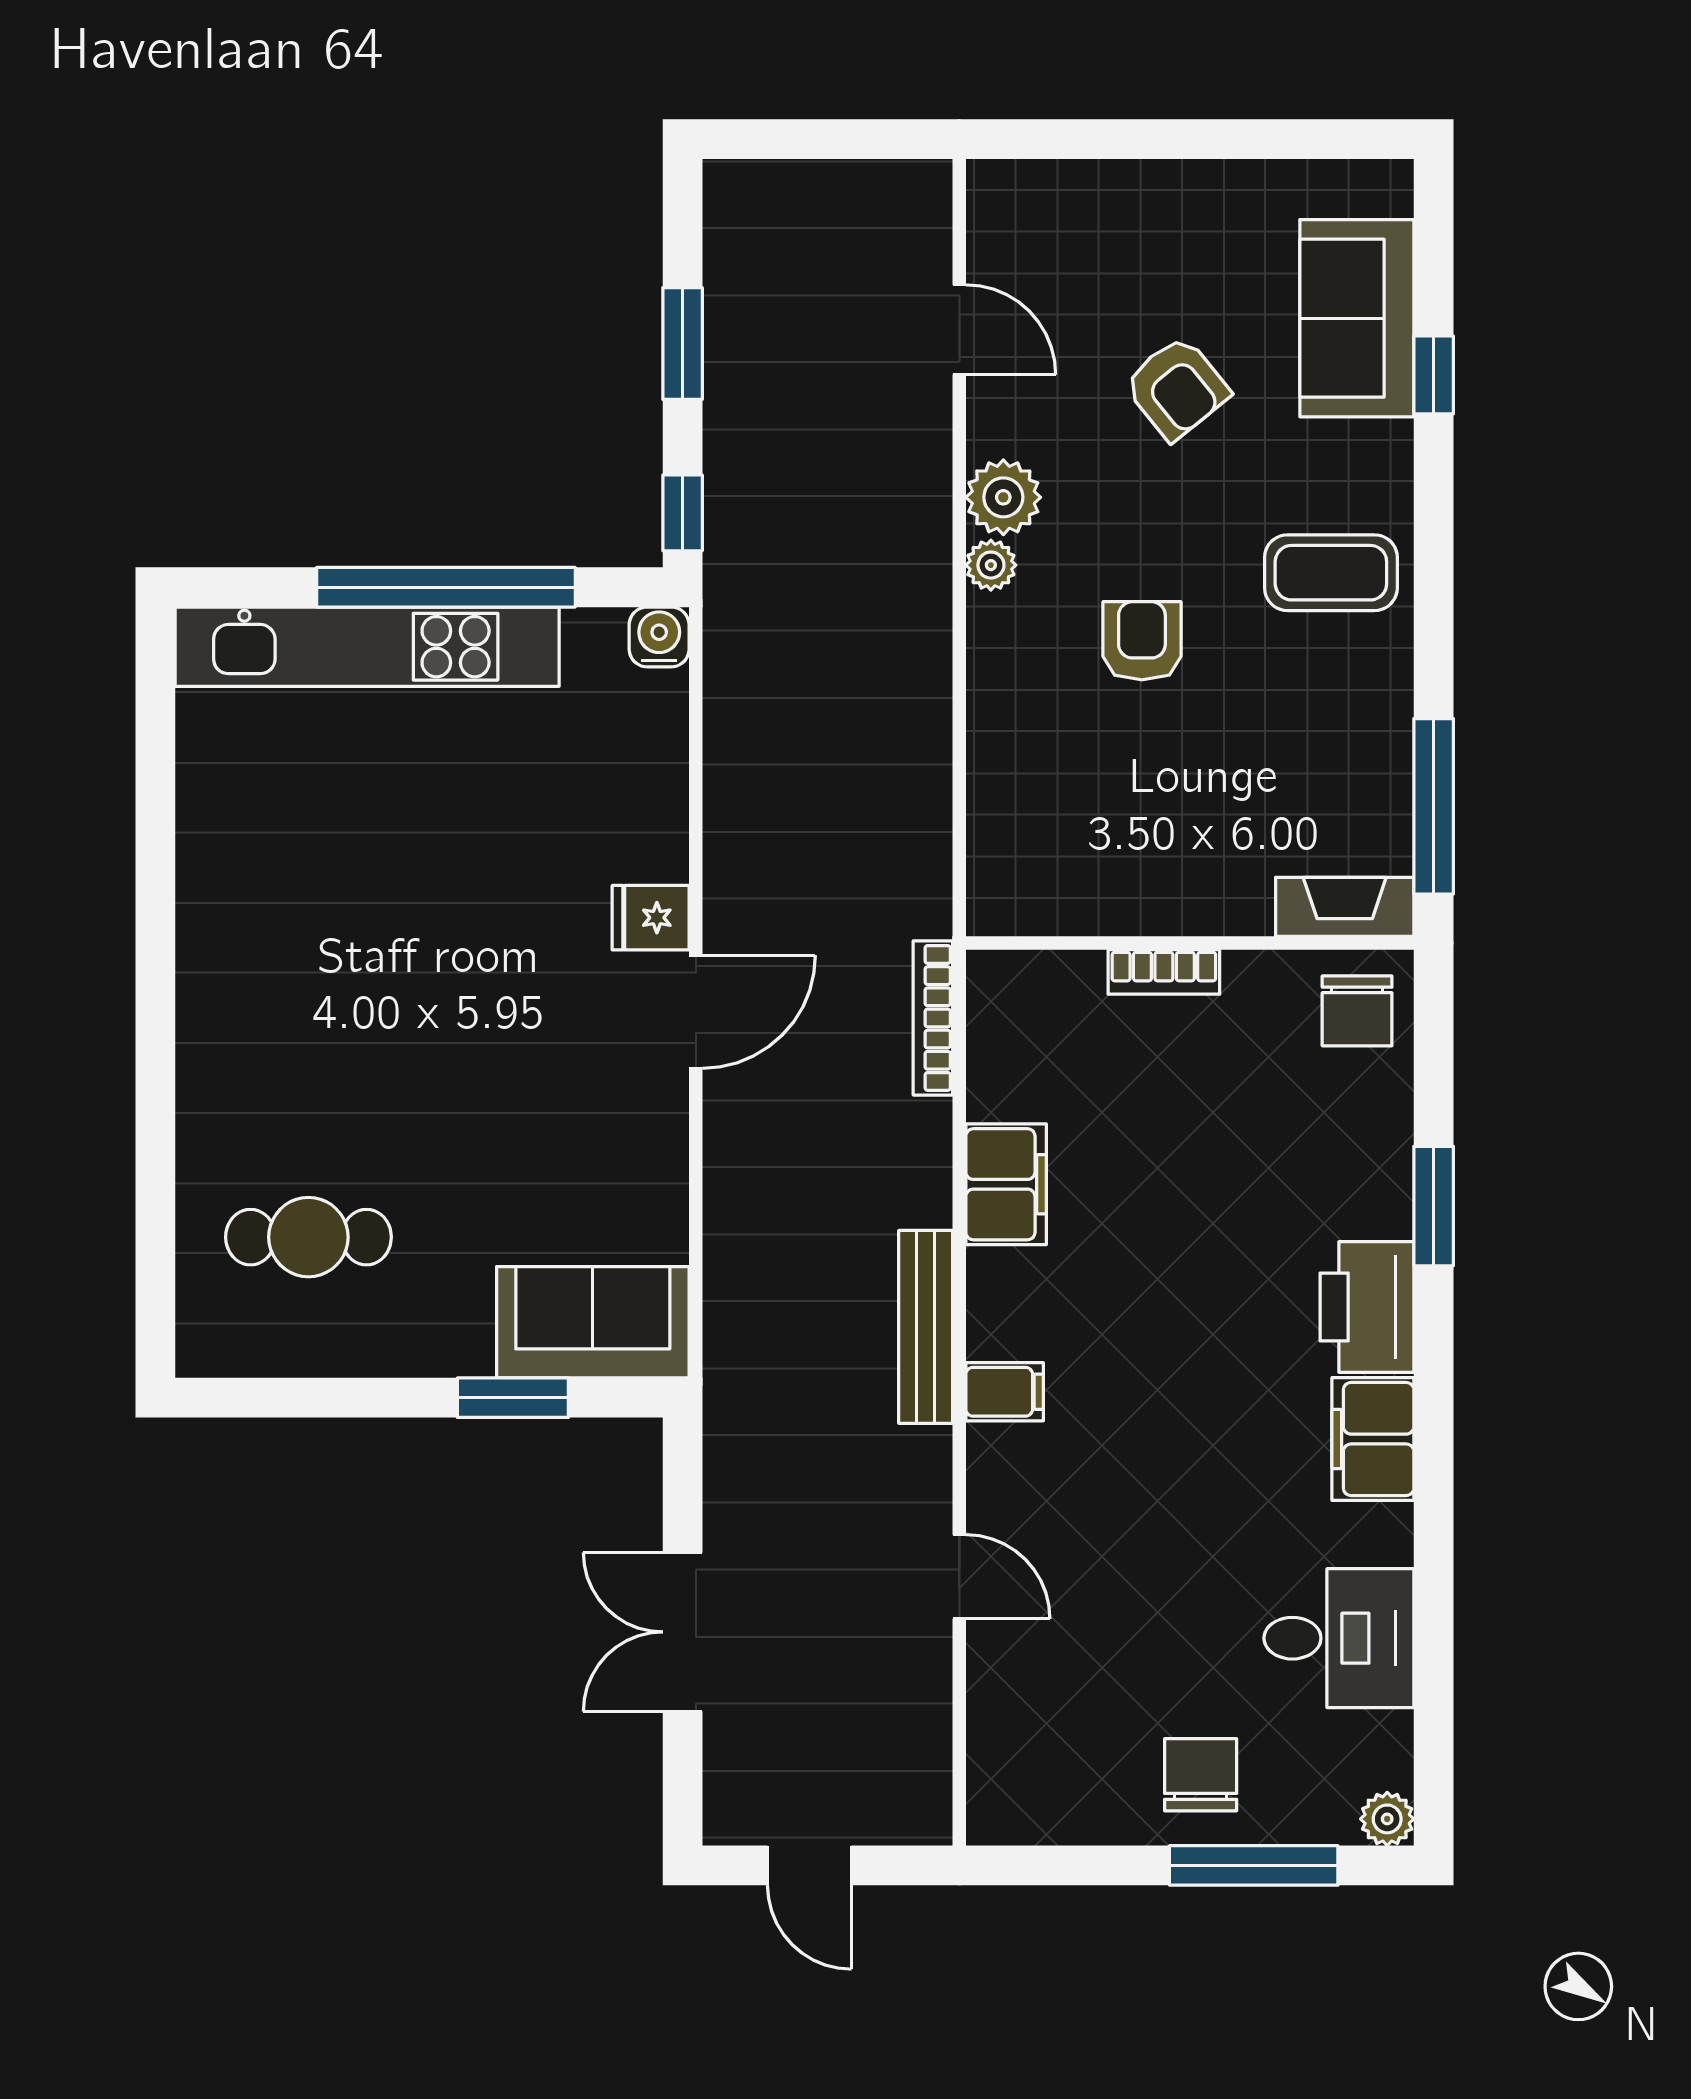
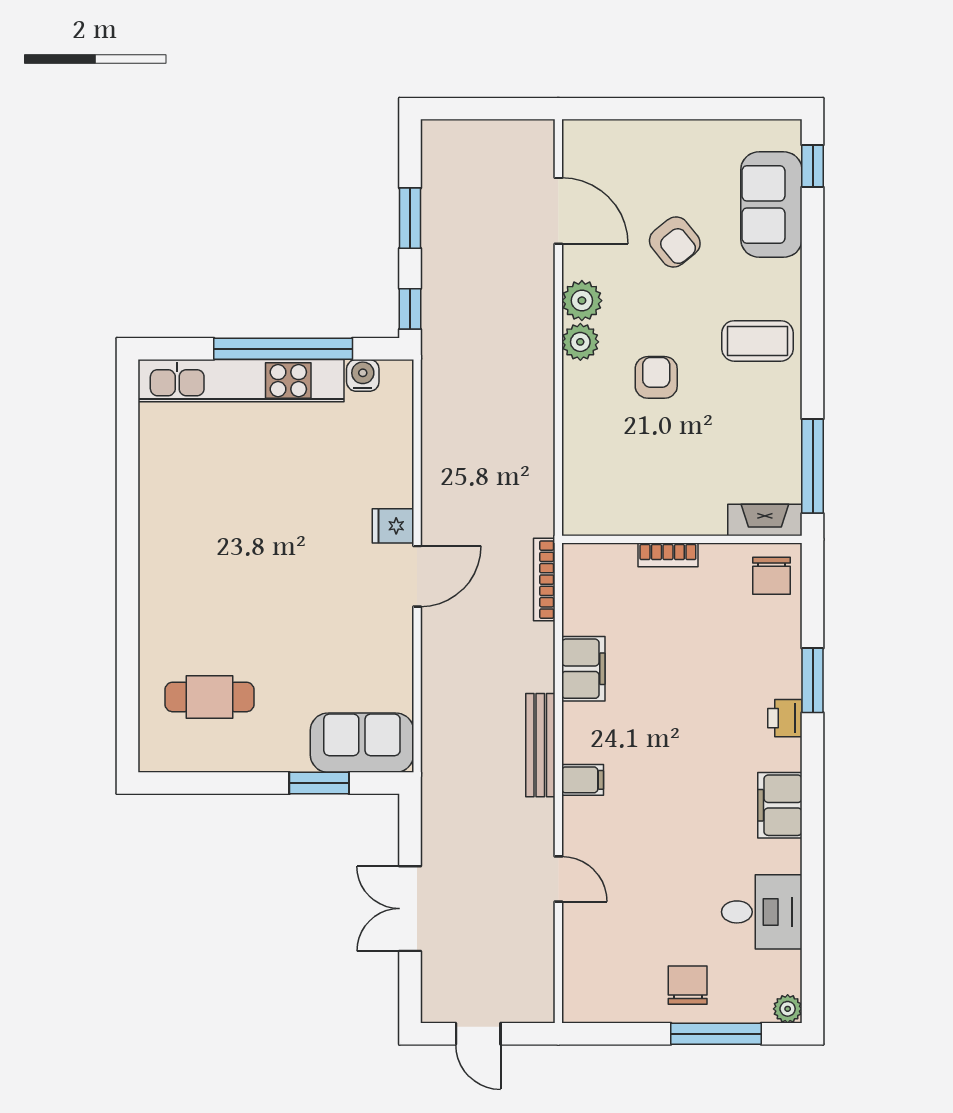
door: (959, 330) -> (558, 211), width x1.38
window: (1434, 375) -> (813, 166), moved
plant: (991, 565) -> (580, 342), width x1.38, depth x1.38
water cooler: (659, 637) -> (363, 375), moved
printer: (1367, 1307) -> (785, 718), width x0.53, depth x0.68

